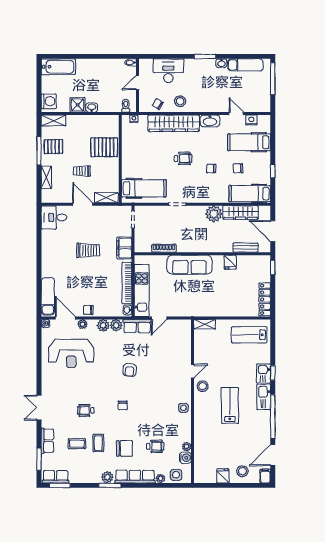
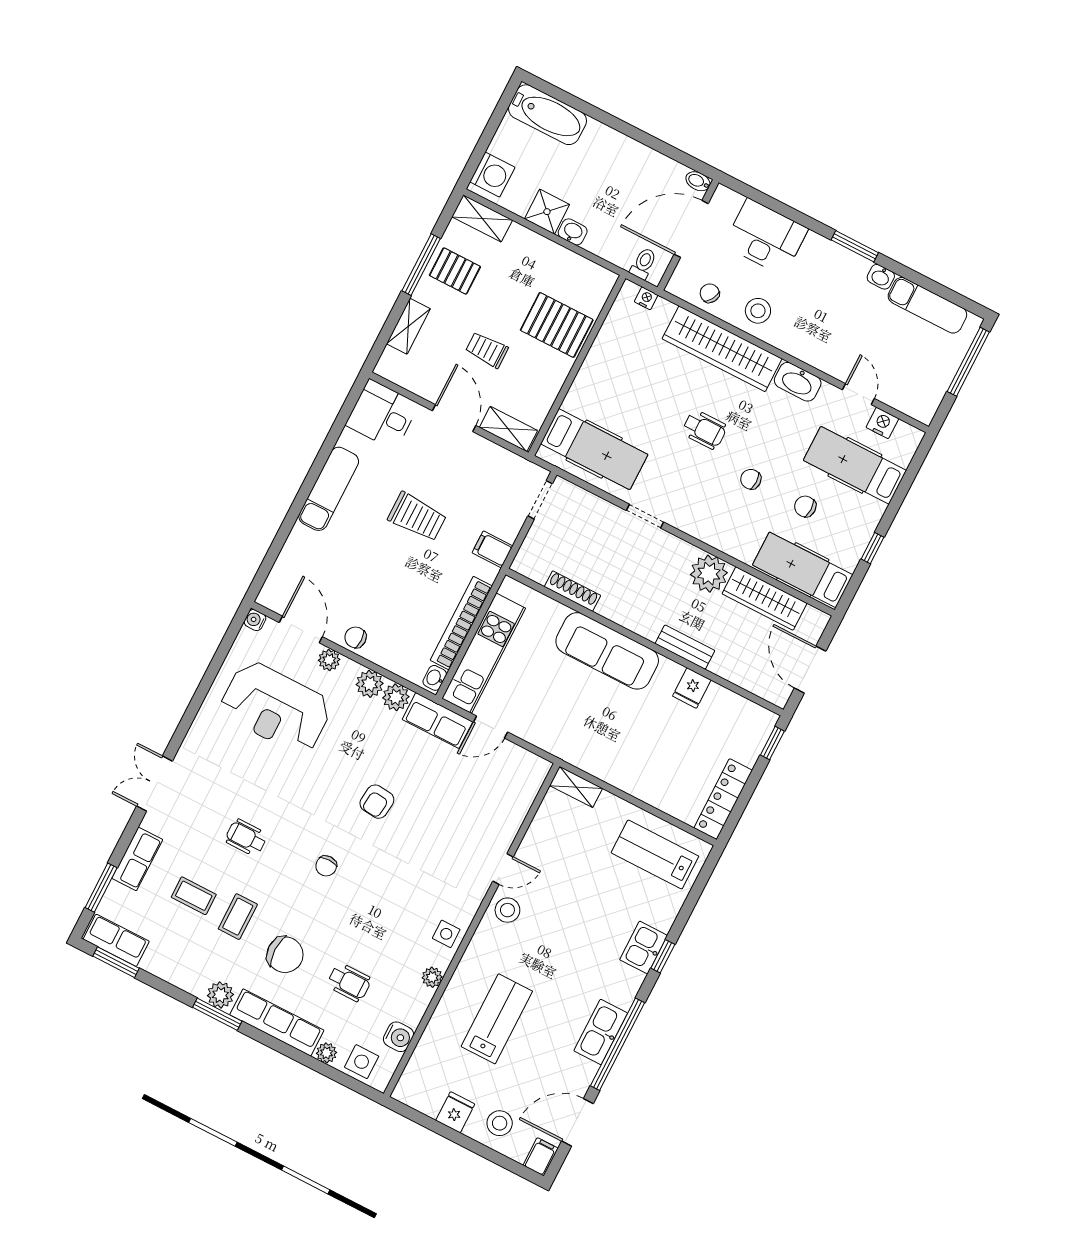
door: (137, 83) -> (691, 229), width x1.88
filing cabinet: (124, 248) -> (492, 549), width x0.50
bench: (246, 248) -> (685, 647), moved
exam couch: (48, 296) -> (329, 489), moved
kitchen sink: (264, 397) -> (601, 1032), moved
lab bench: (230, 405) -> (497, 1019), moved
plant: (187, 446) -> (432, 977), moved

